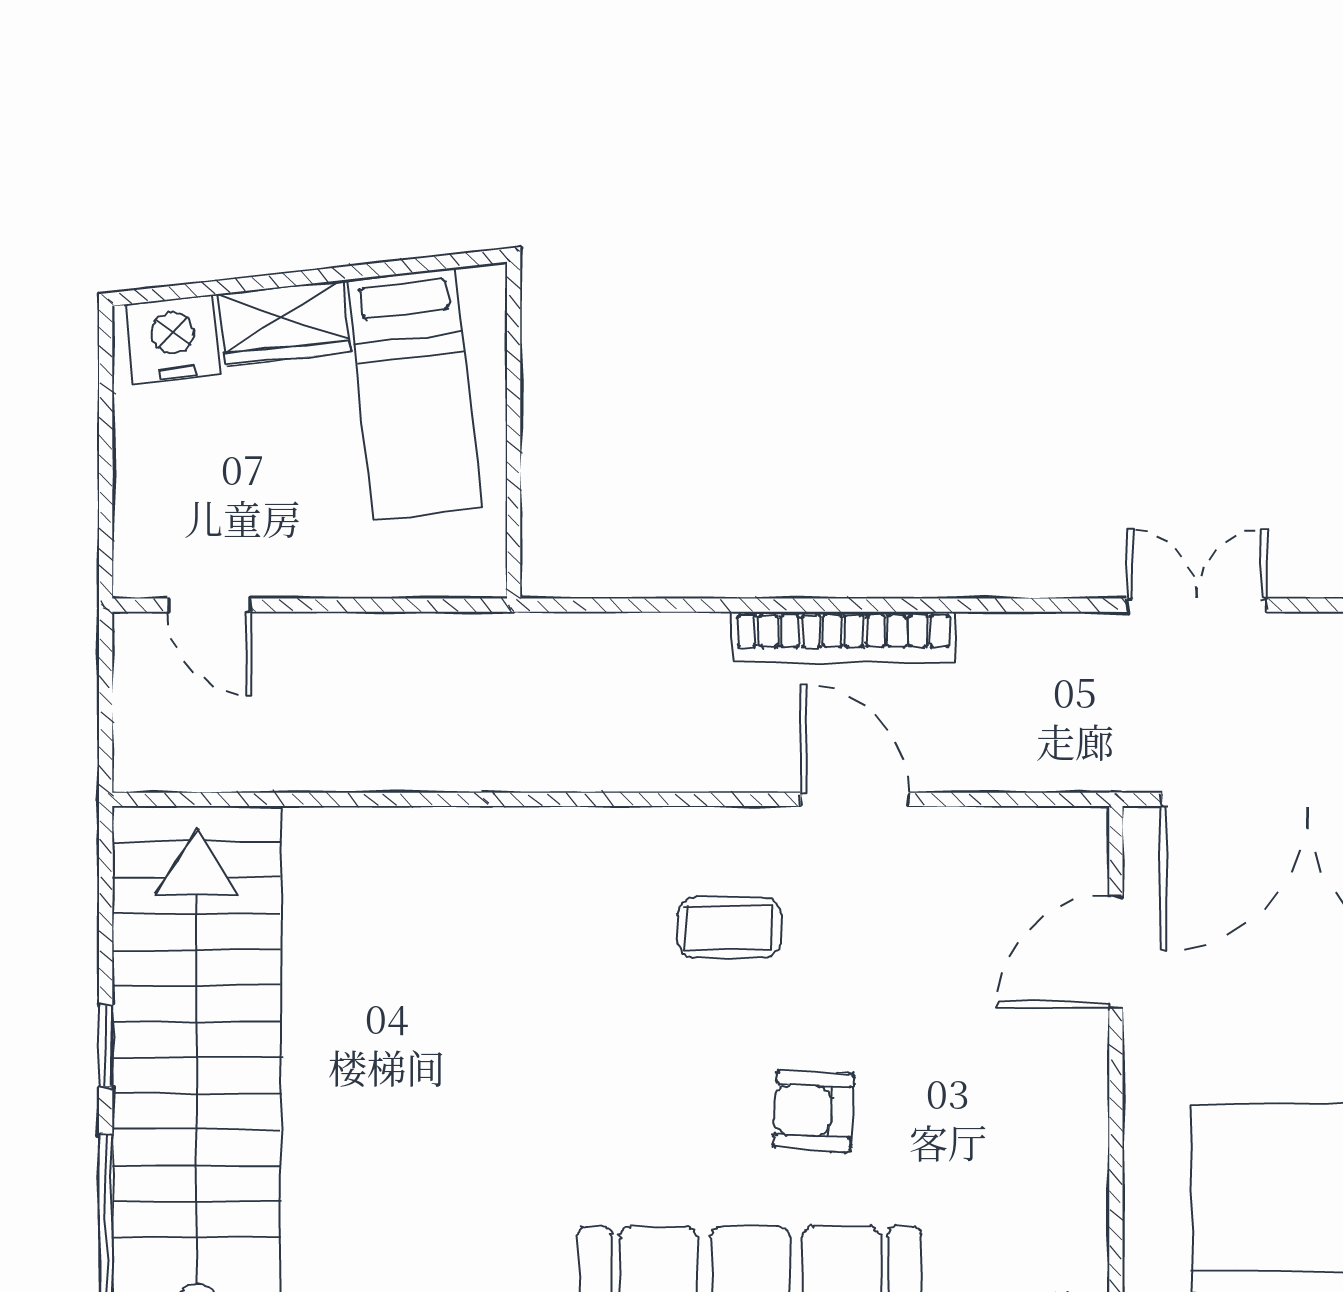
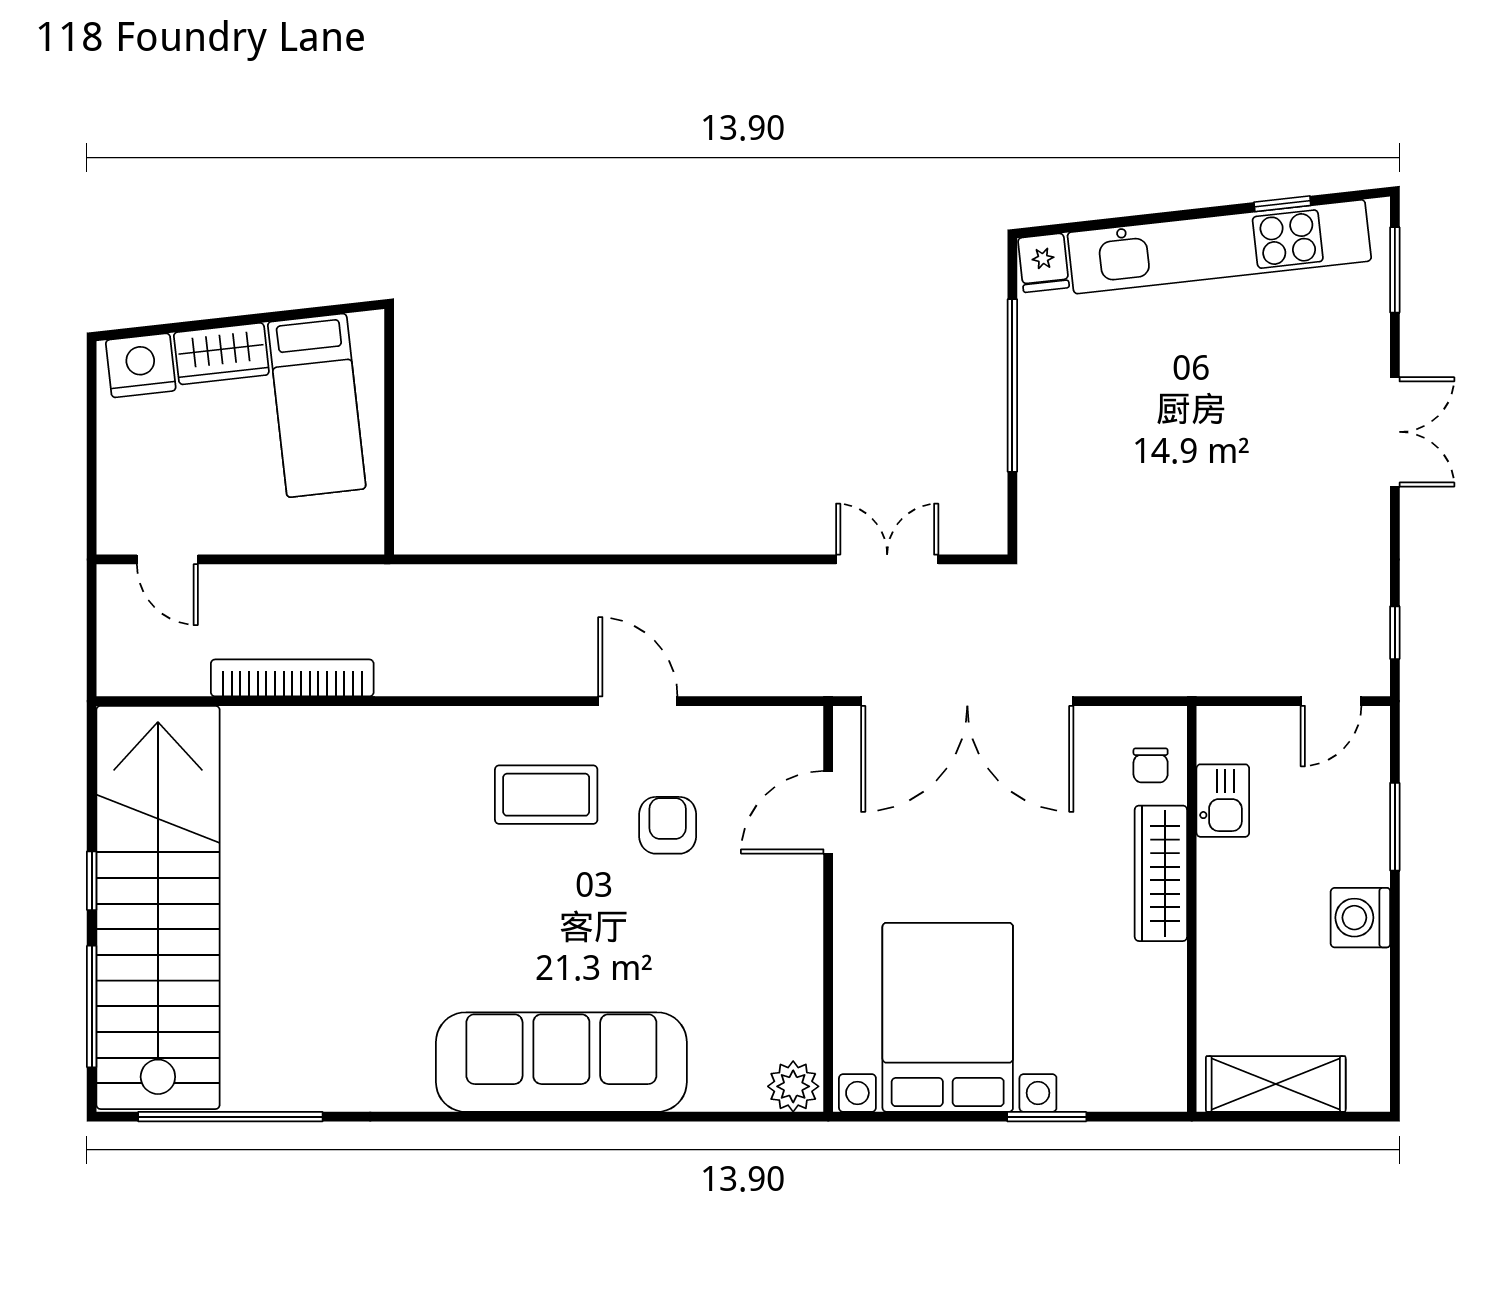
bookcase: (843, 637) -> (292, 678), moved, turned 180
coffee table: (729, 928) -> (546, 795), width x1.36, depth x1.30
armchair: (814, 1111) -> (668, 825), moved, turned 87

